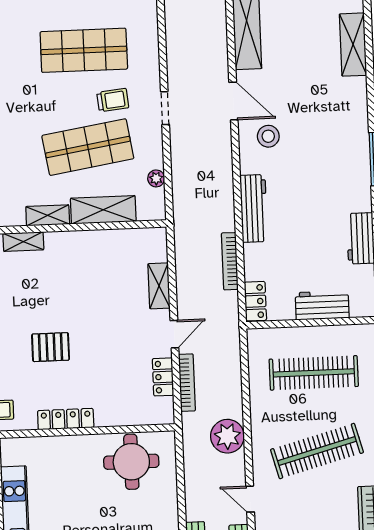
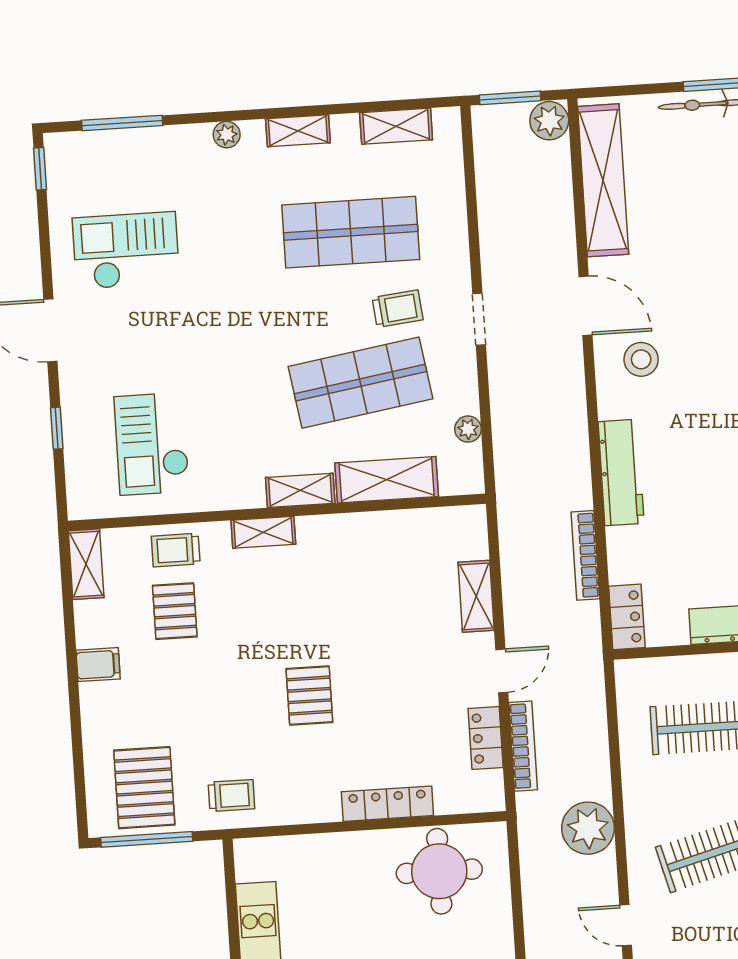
pallet: (51, 347) -> (309, 696), turned 90
locker: (66, 419) -> (387, 804), moved

